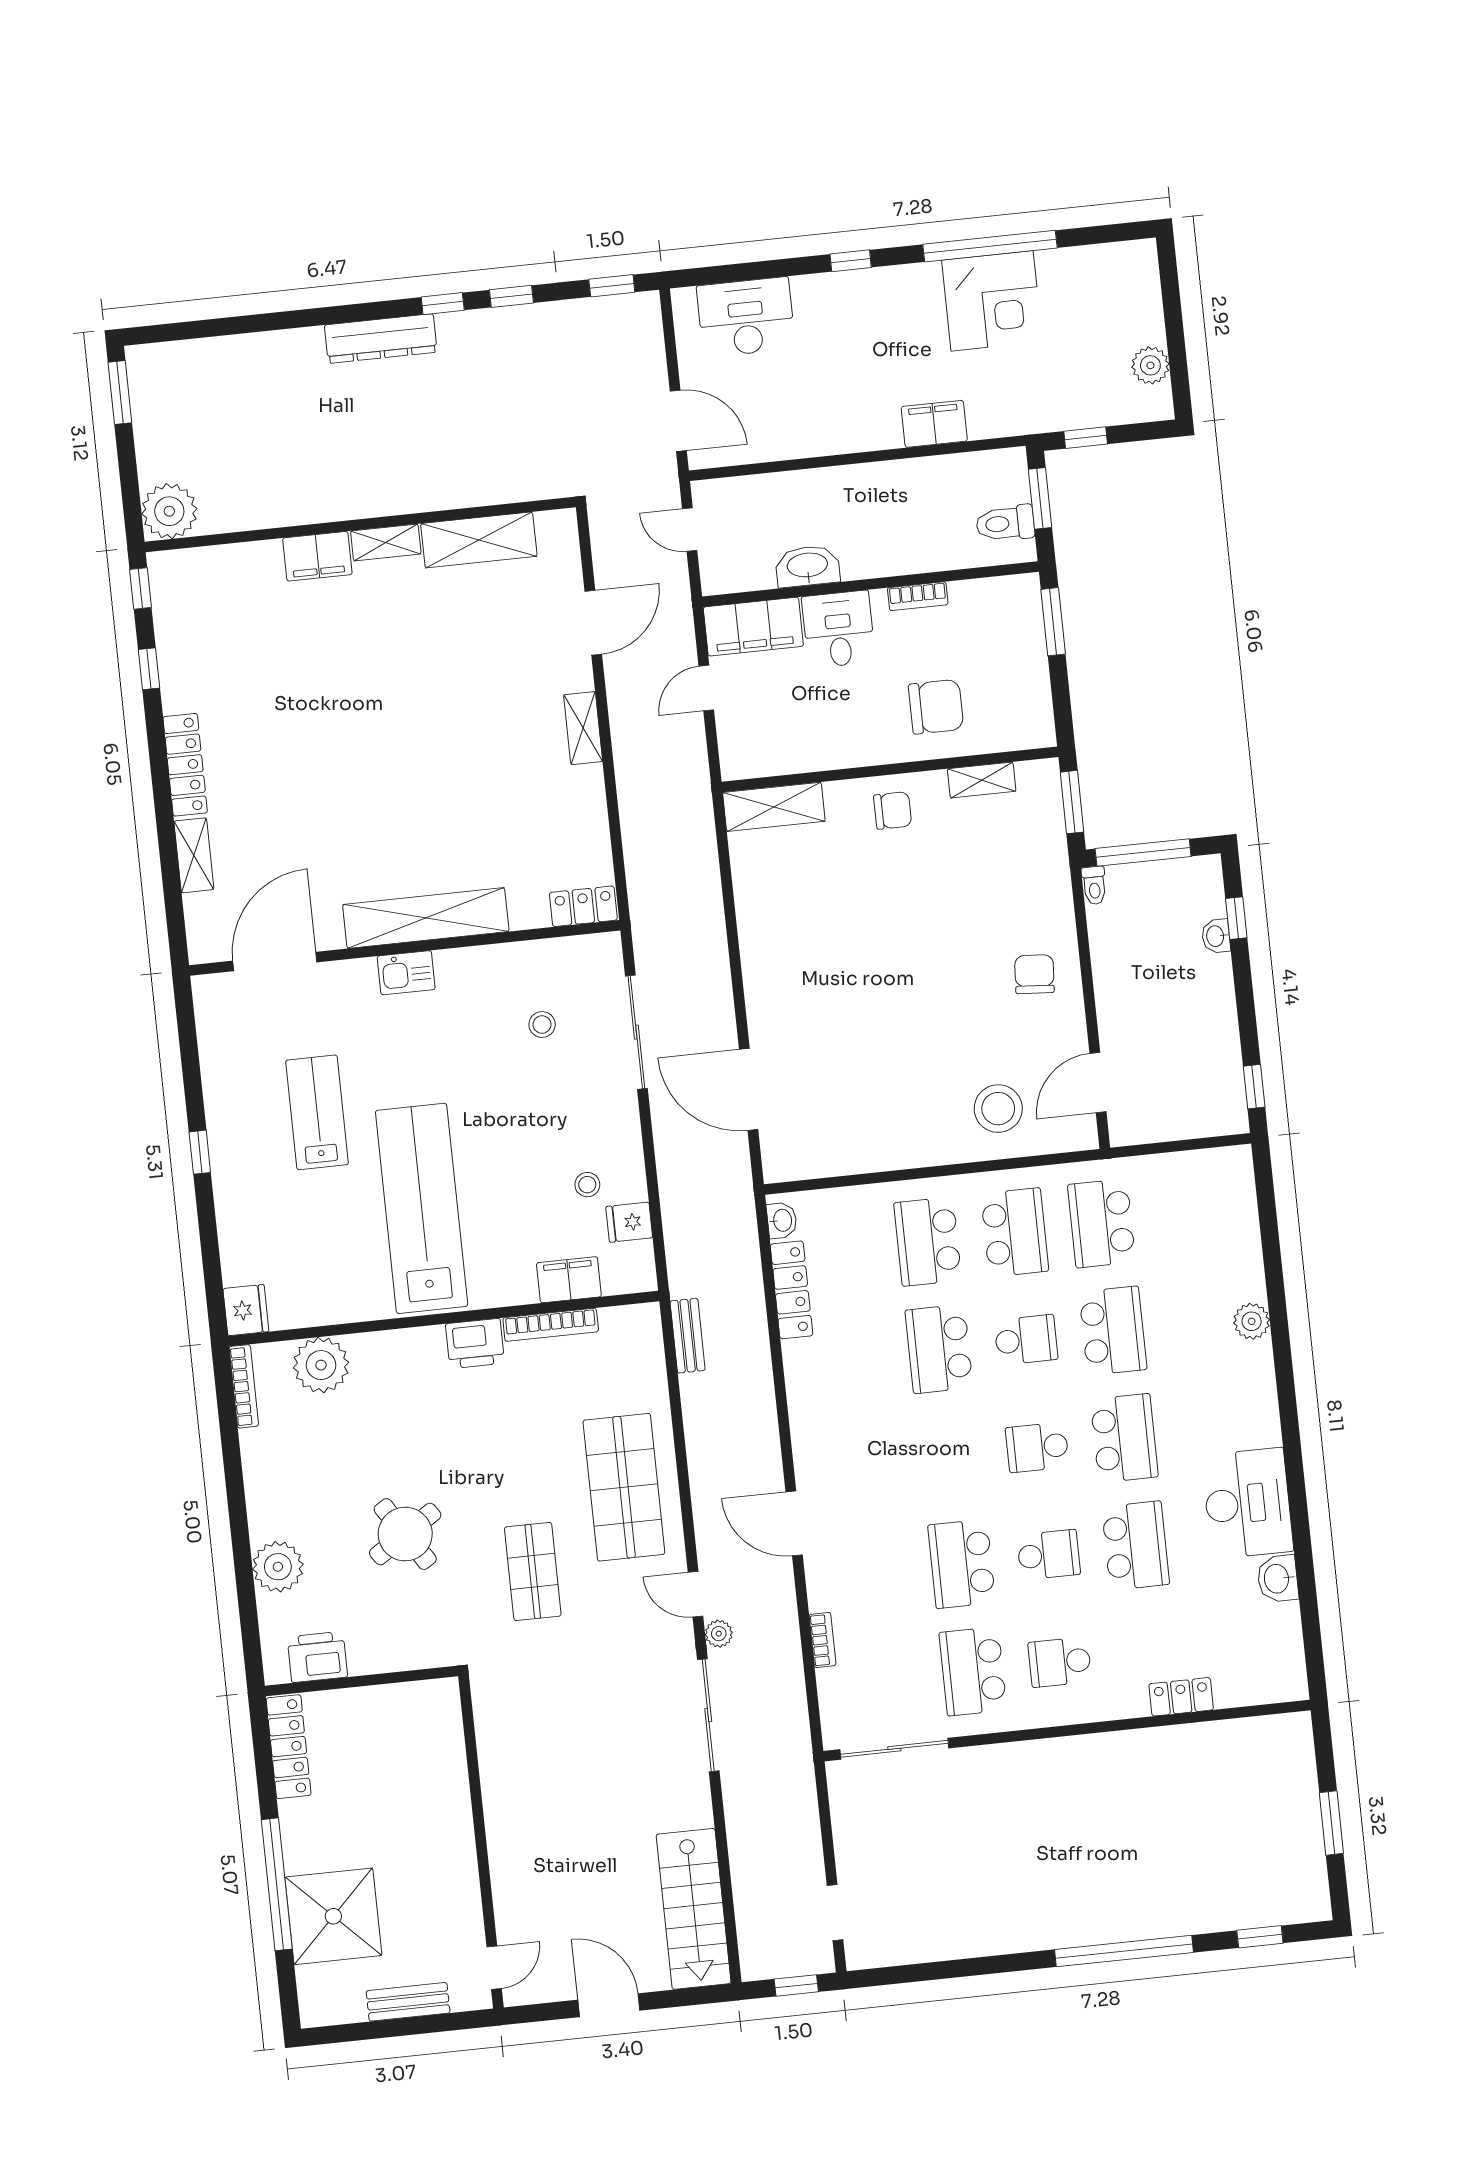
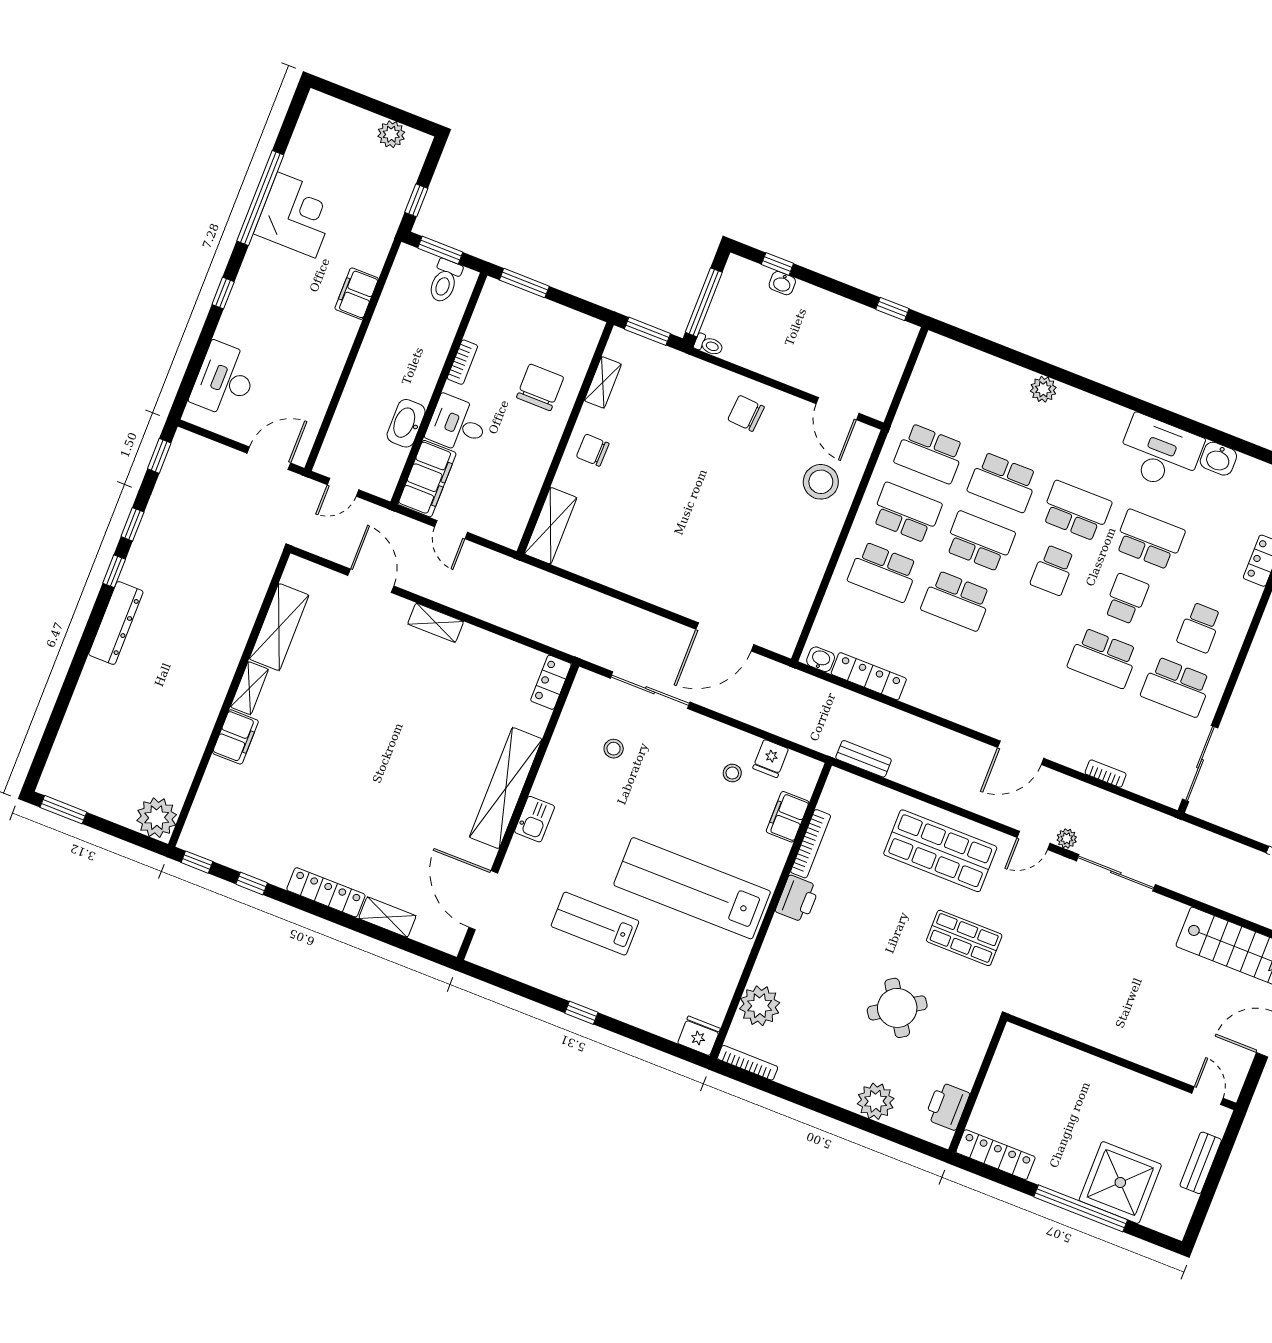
chair: (893, 810) -> (593, 450), turned -89
school desk: (1113, 1331) -> (1003, 482), turned 180
school desk: (1026, 1340) -> (980, 541), width x1.85

